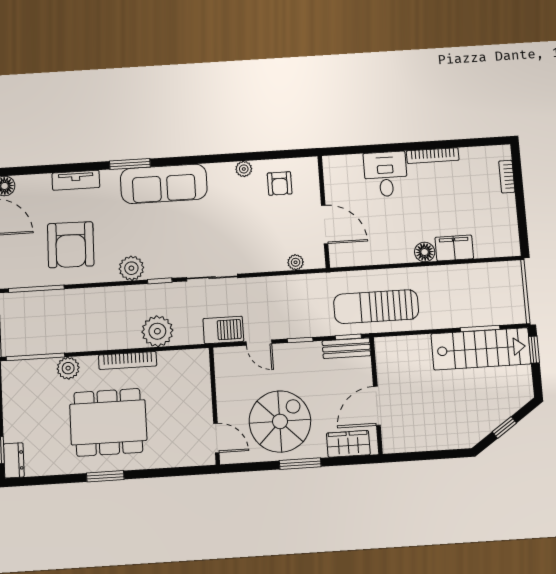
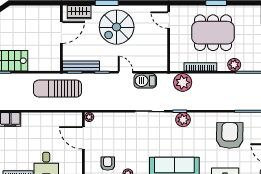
floor lamp: (425, 252) -> (27, 118), removed
plant: (296, 262) -> (89, 117), moved
plant: (131, 268) -> (183, 120), moved
sun lounger: (376, 307) -> (58, 89), turned 180
bench: (346, 348) -> (81, 66), width x1.36
wall: (214, 406) -> (169, 38), moved
door: (216, 438) -> (169, 20), moved

